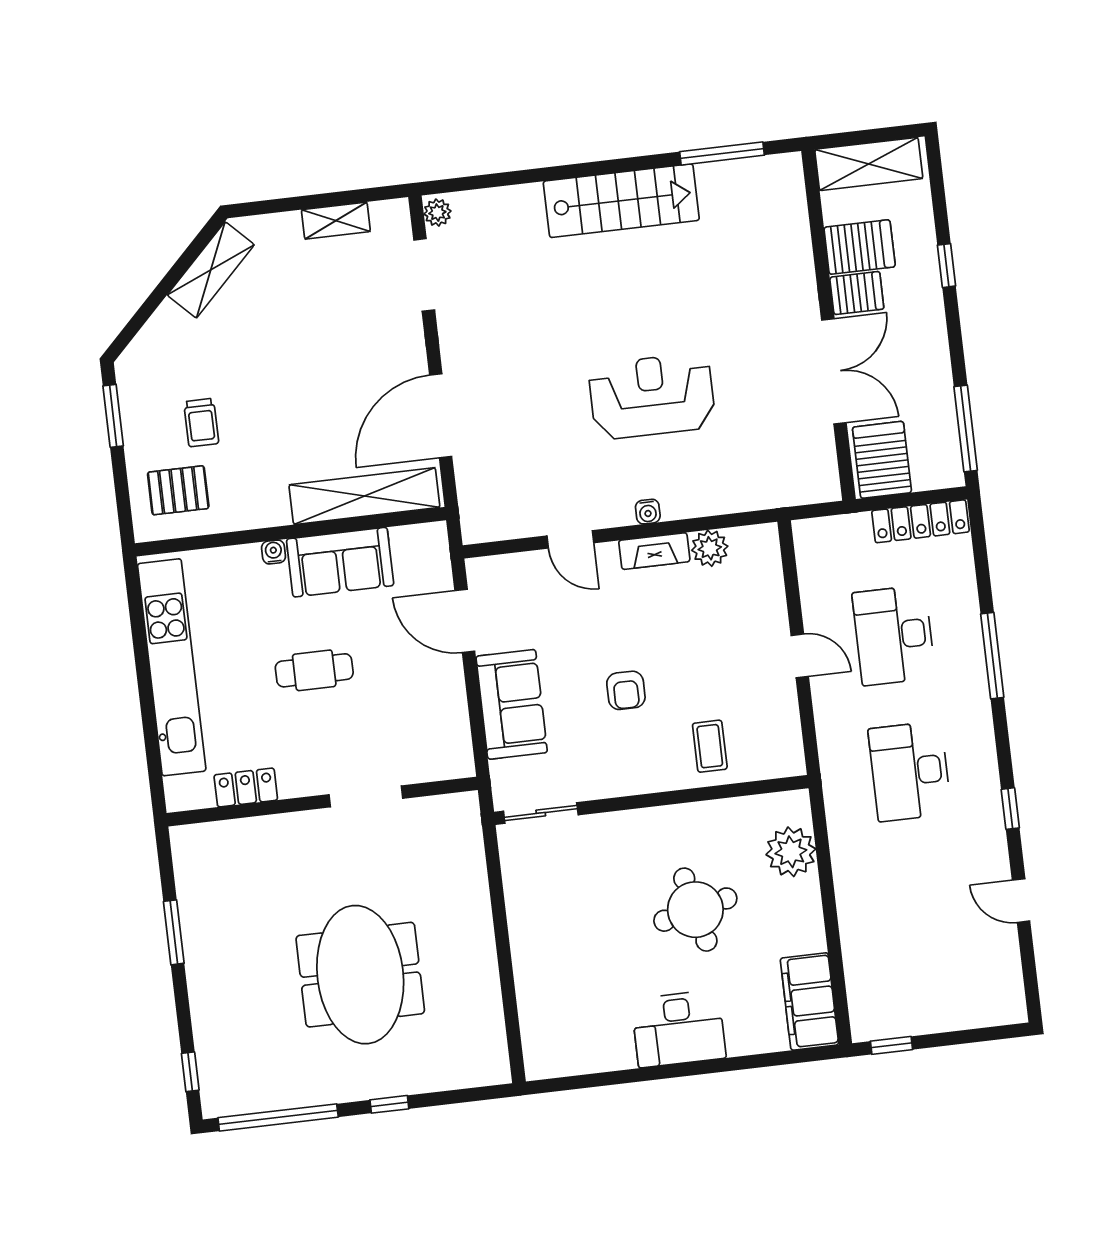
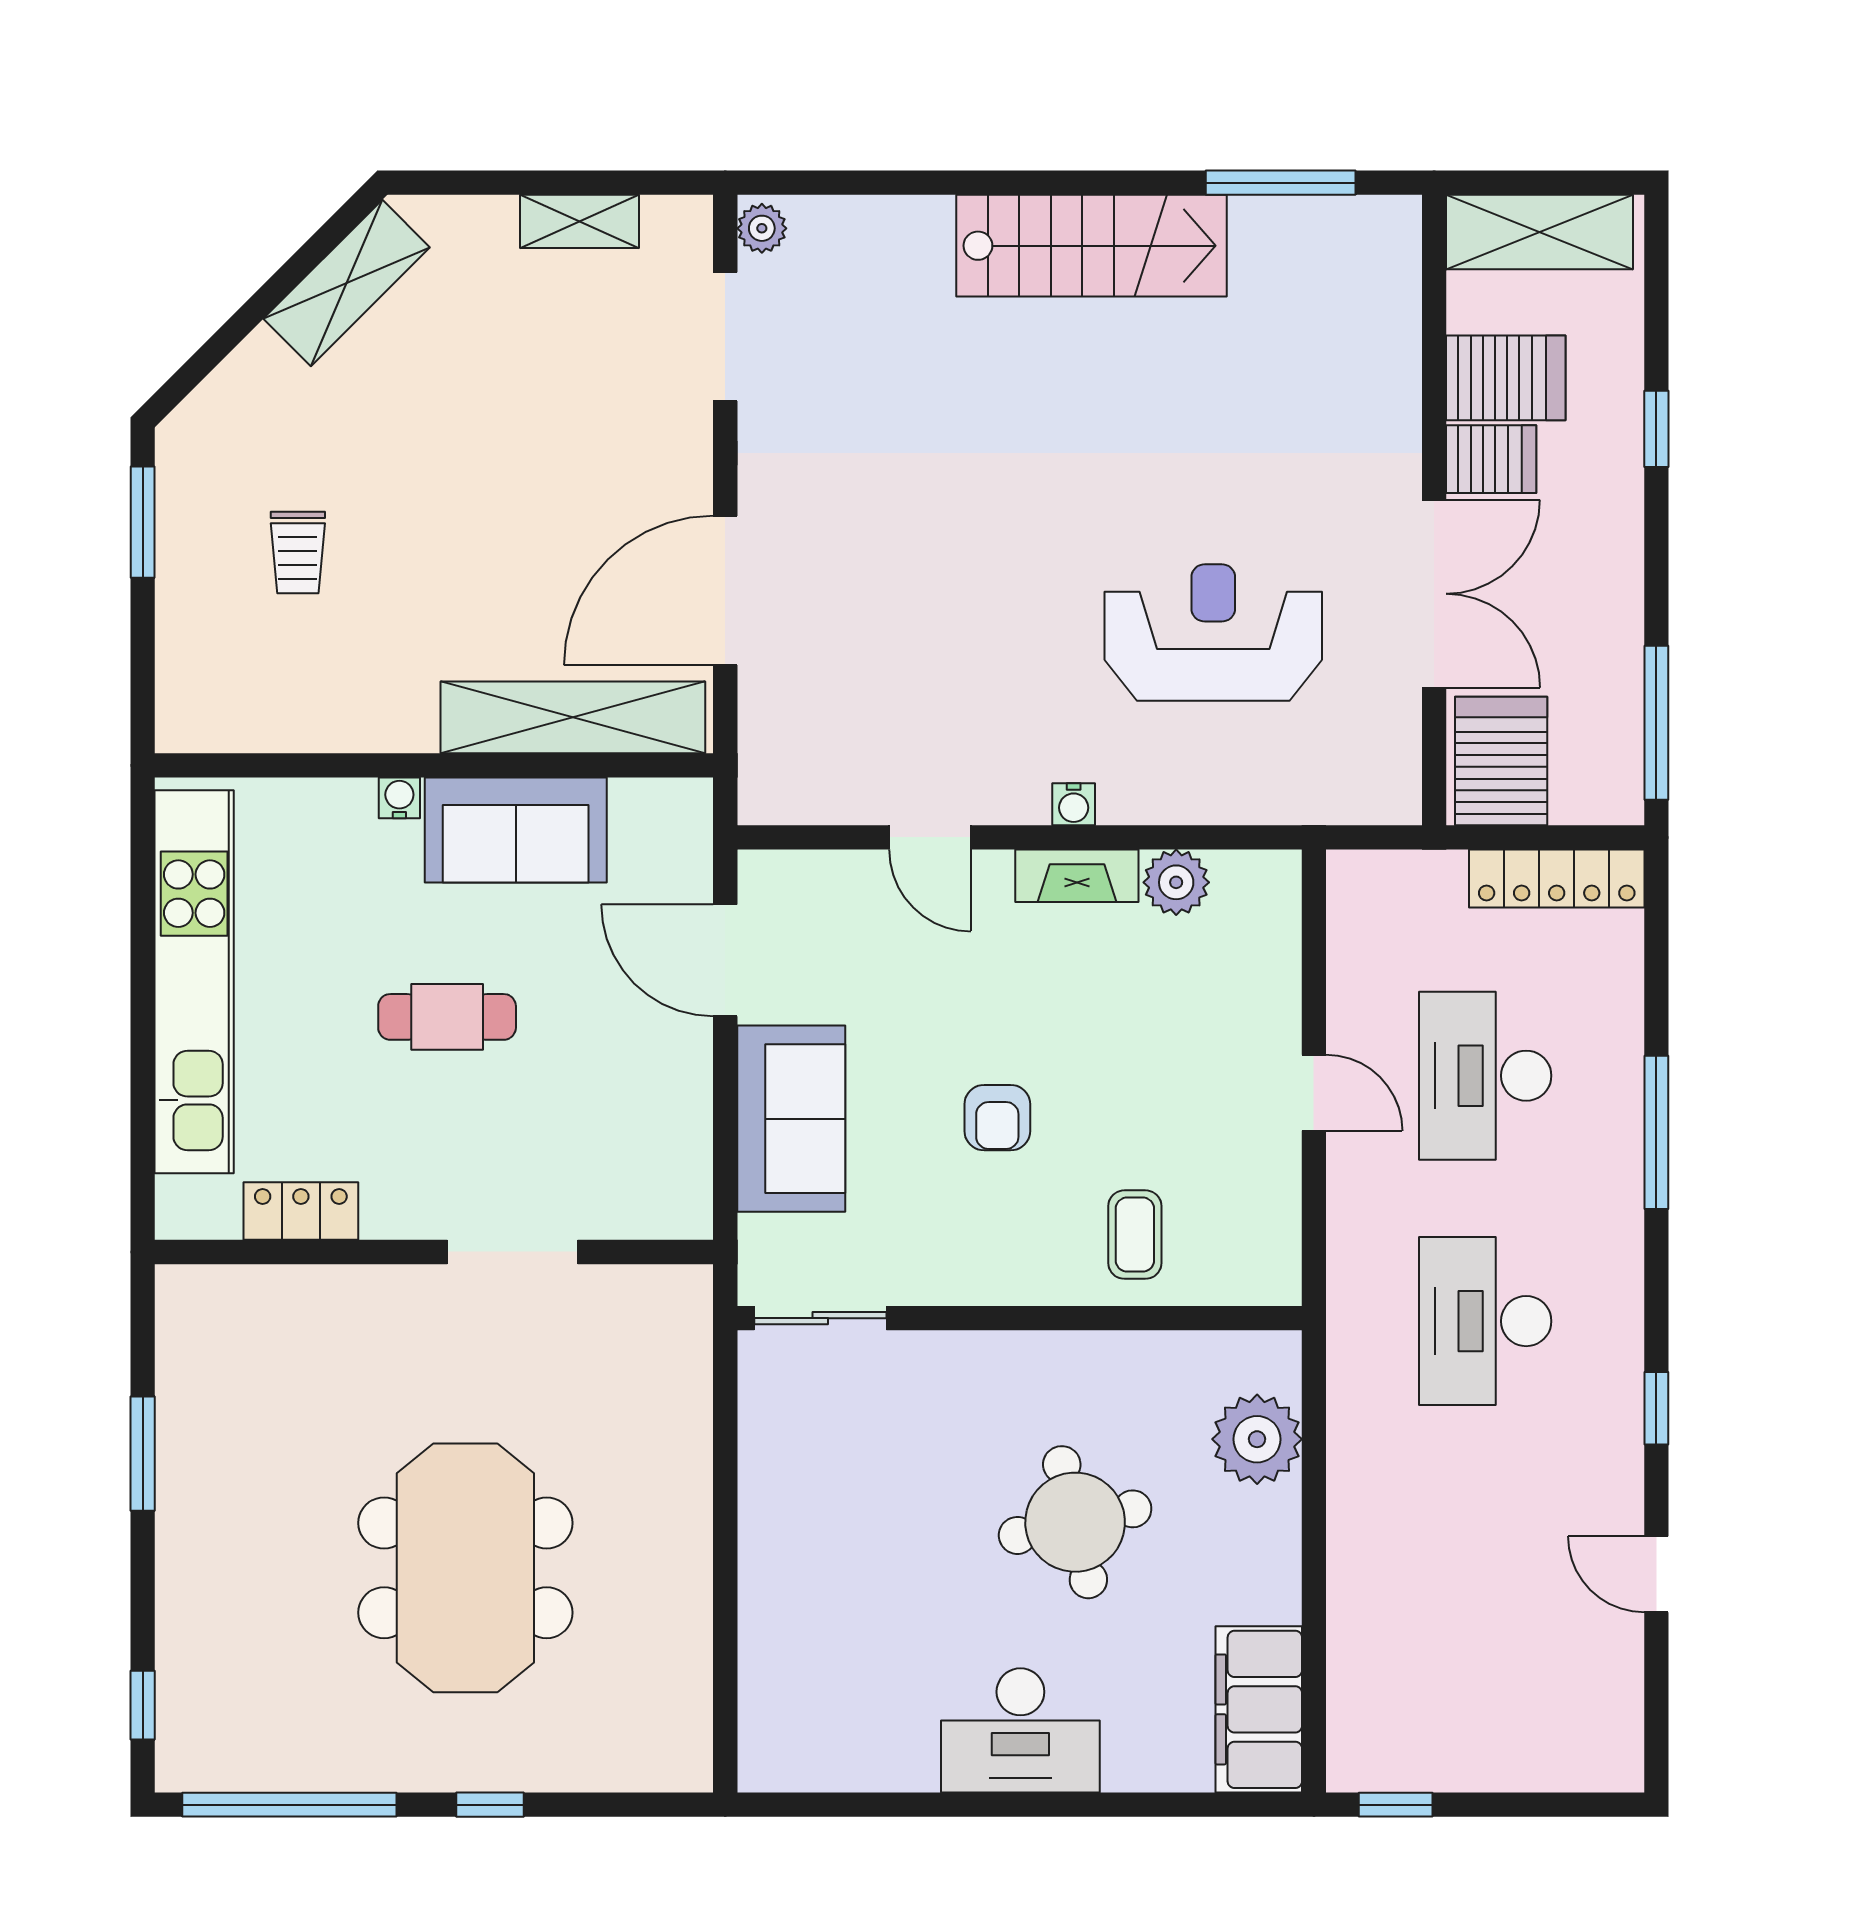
reception desk: (652, 396) -> (1213, 633), moved
pallet: (178, 490) -> (243, 668), removed

